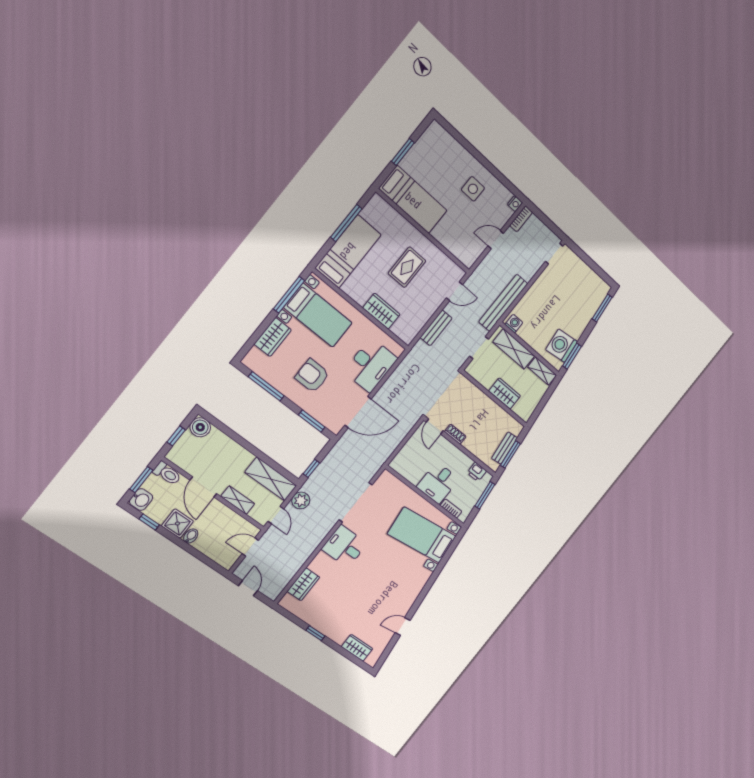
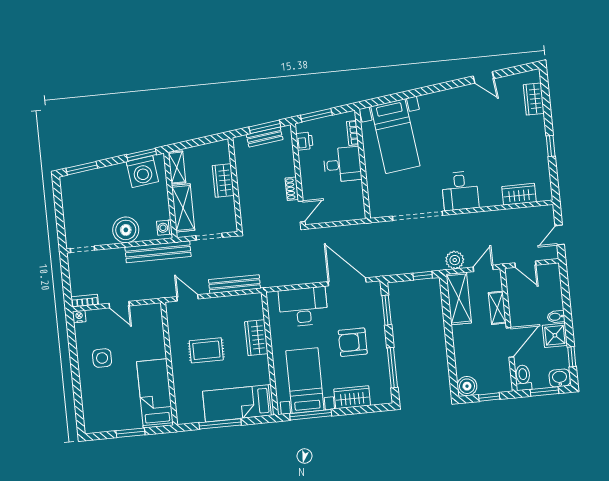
boiler: (538, 296) -> (126, 230), added
bench: (436, 328) -> (234, 284), width x1.36
armchair: (312, 376) -> (353, 342), turned 90

